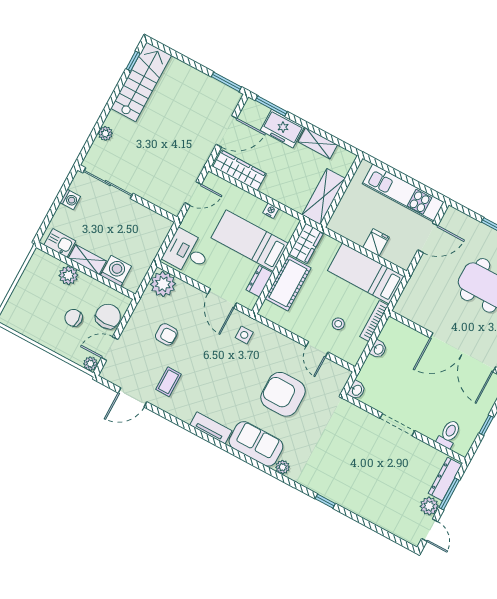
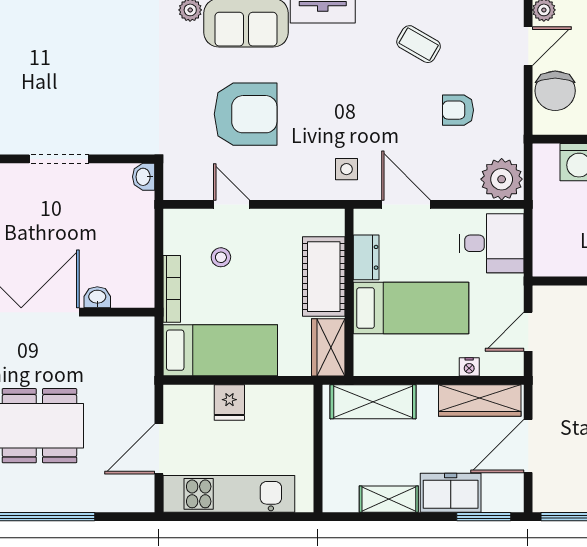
shelving: (324, 197) -> (373, 402), moved, turned 90
nightstand: (271, 211) -> (469, 367), moved
washbasin: (378, 349) -> (97, 297), moved, turned 90
coffee table: (168, 382) -> (419, 44), turned -60

